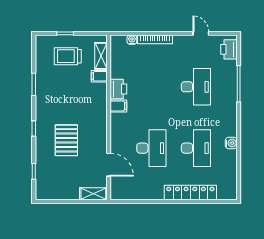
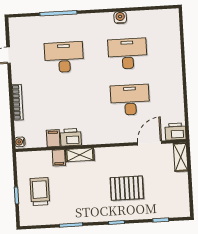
water cooler: (132, 40) -> (20, 142), moved
printer: (229, 49) -> (175, 132), moved, turned 180
trolley: (68, 56) -> (40, 192), turned 180
shelving: (101, 56) -> (80, 155), moved
filing cabinet: (118, 106) -> (53, 138), moved
locker: (190, 193) -> (174, 57), removed

